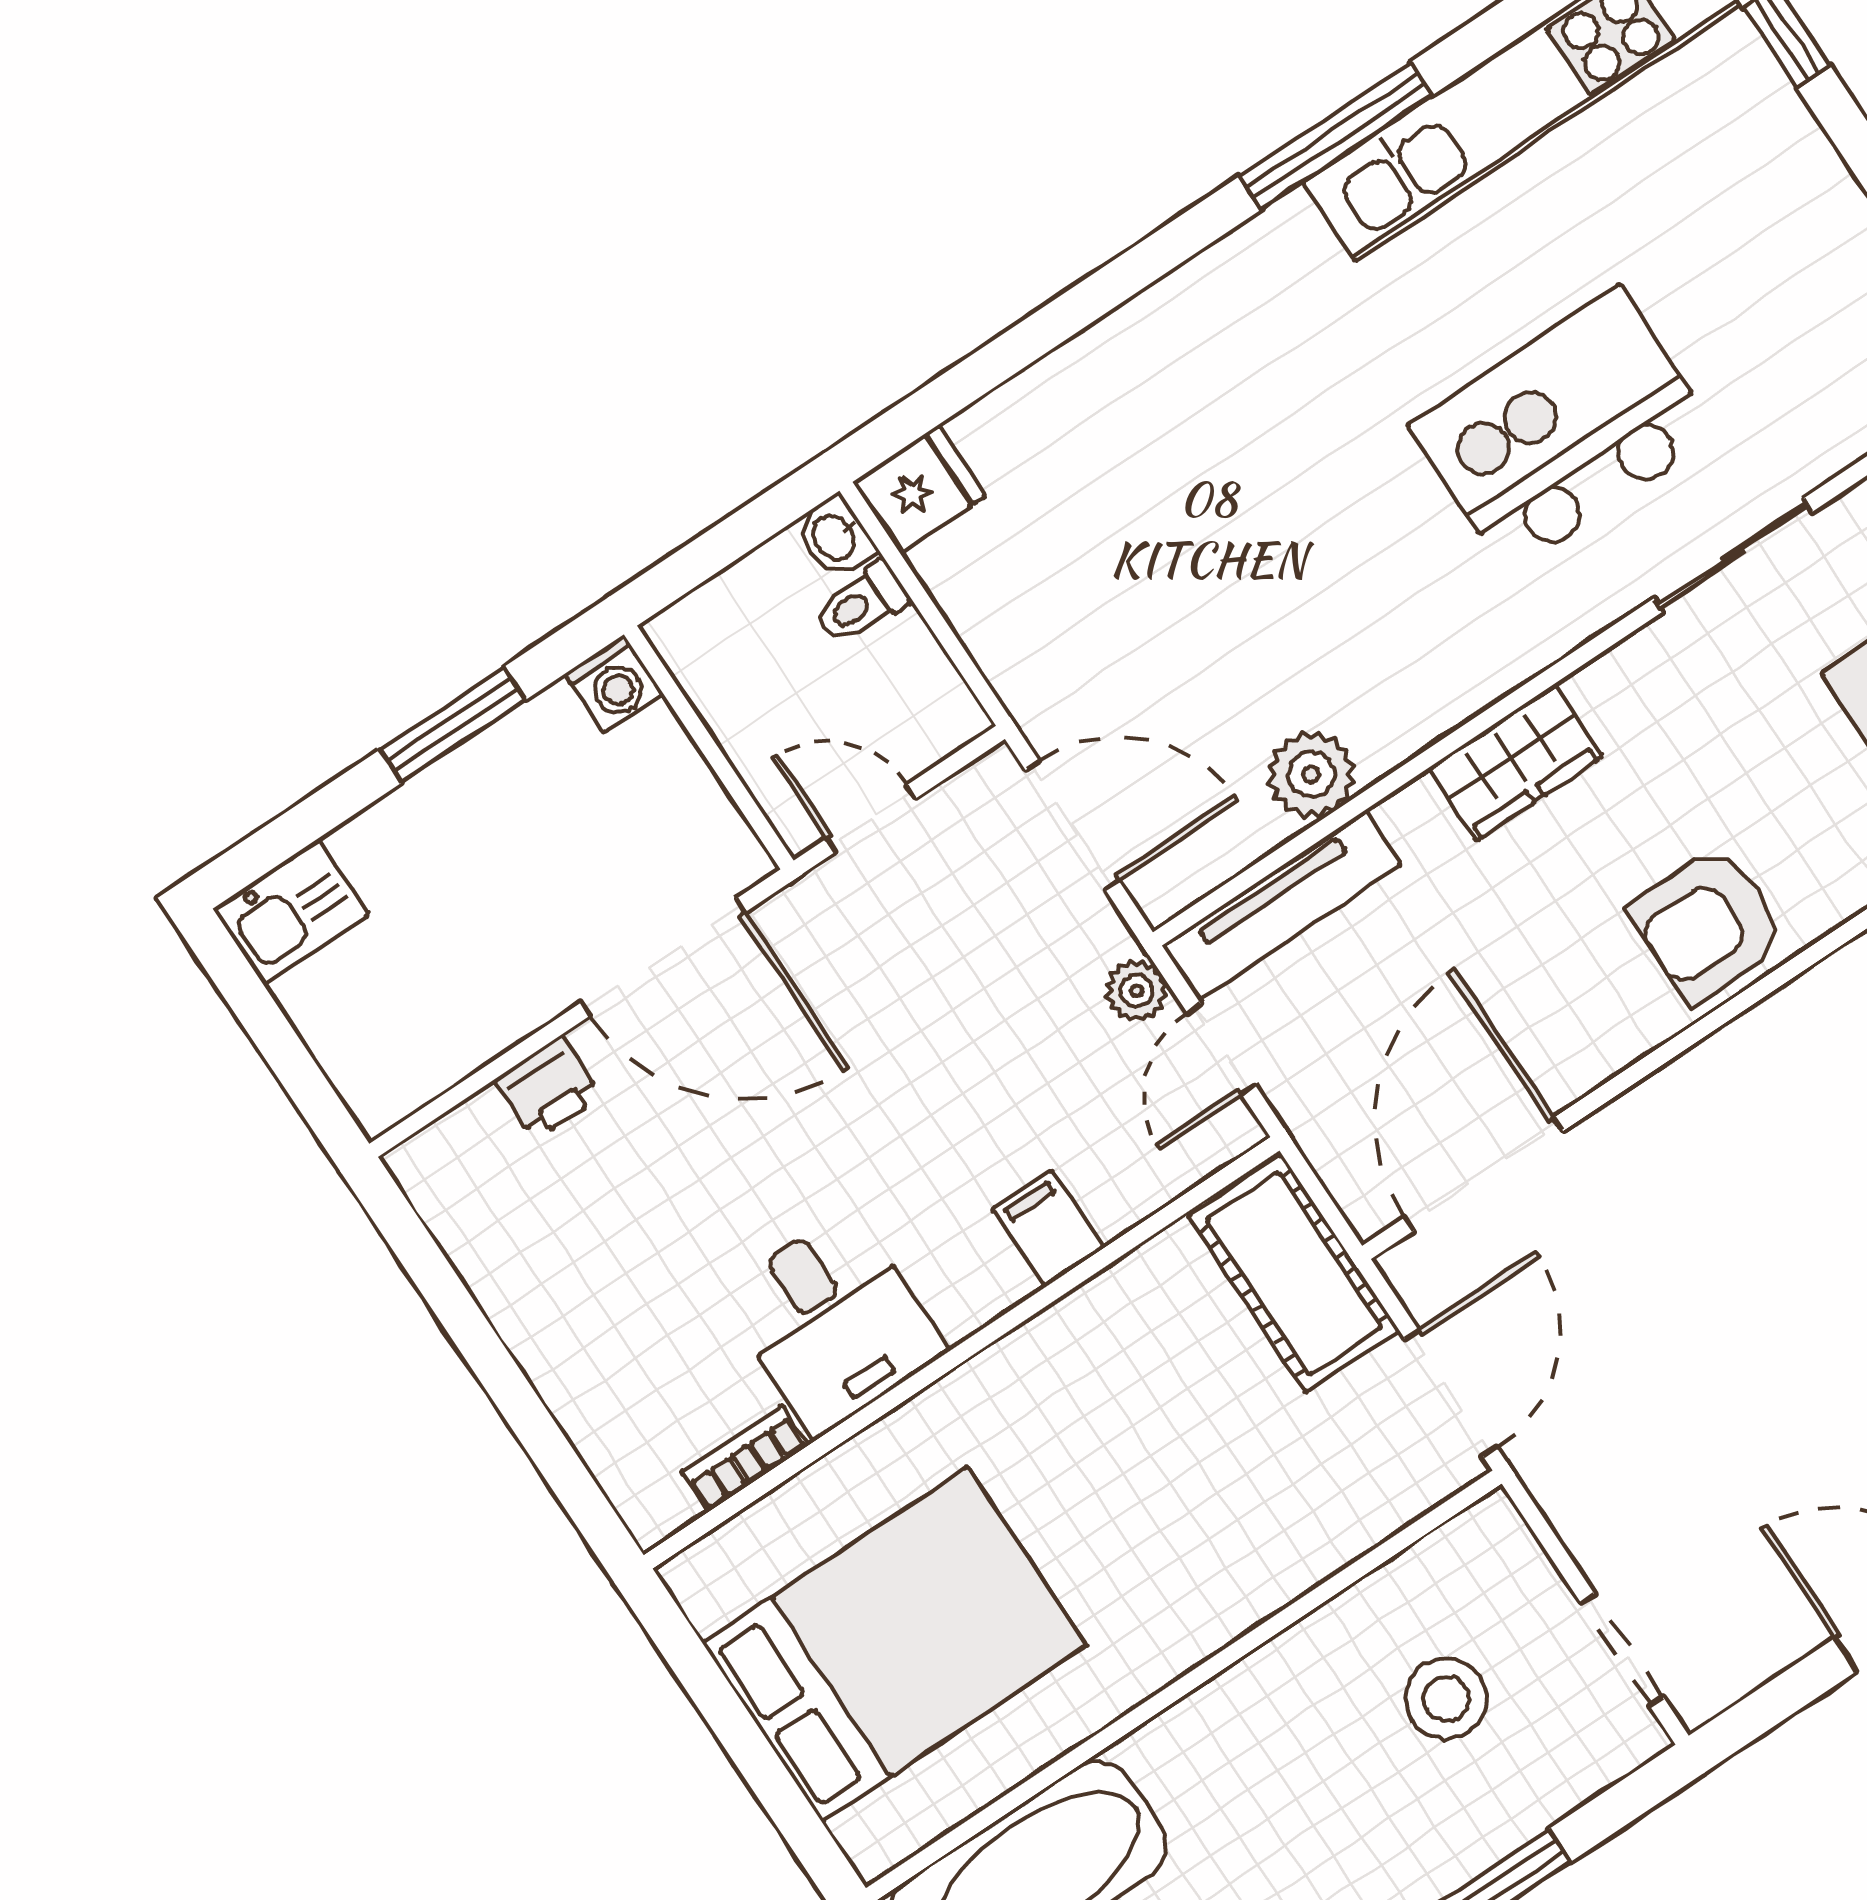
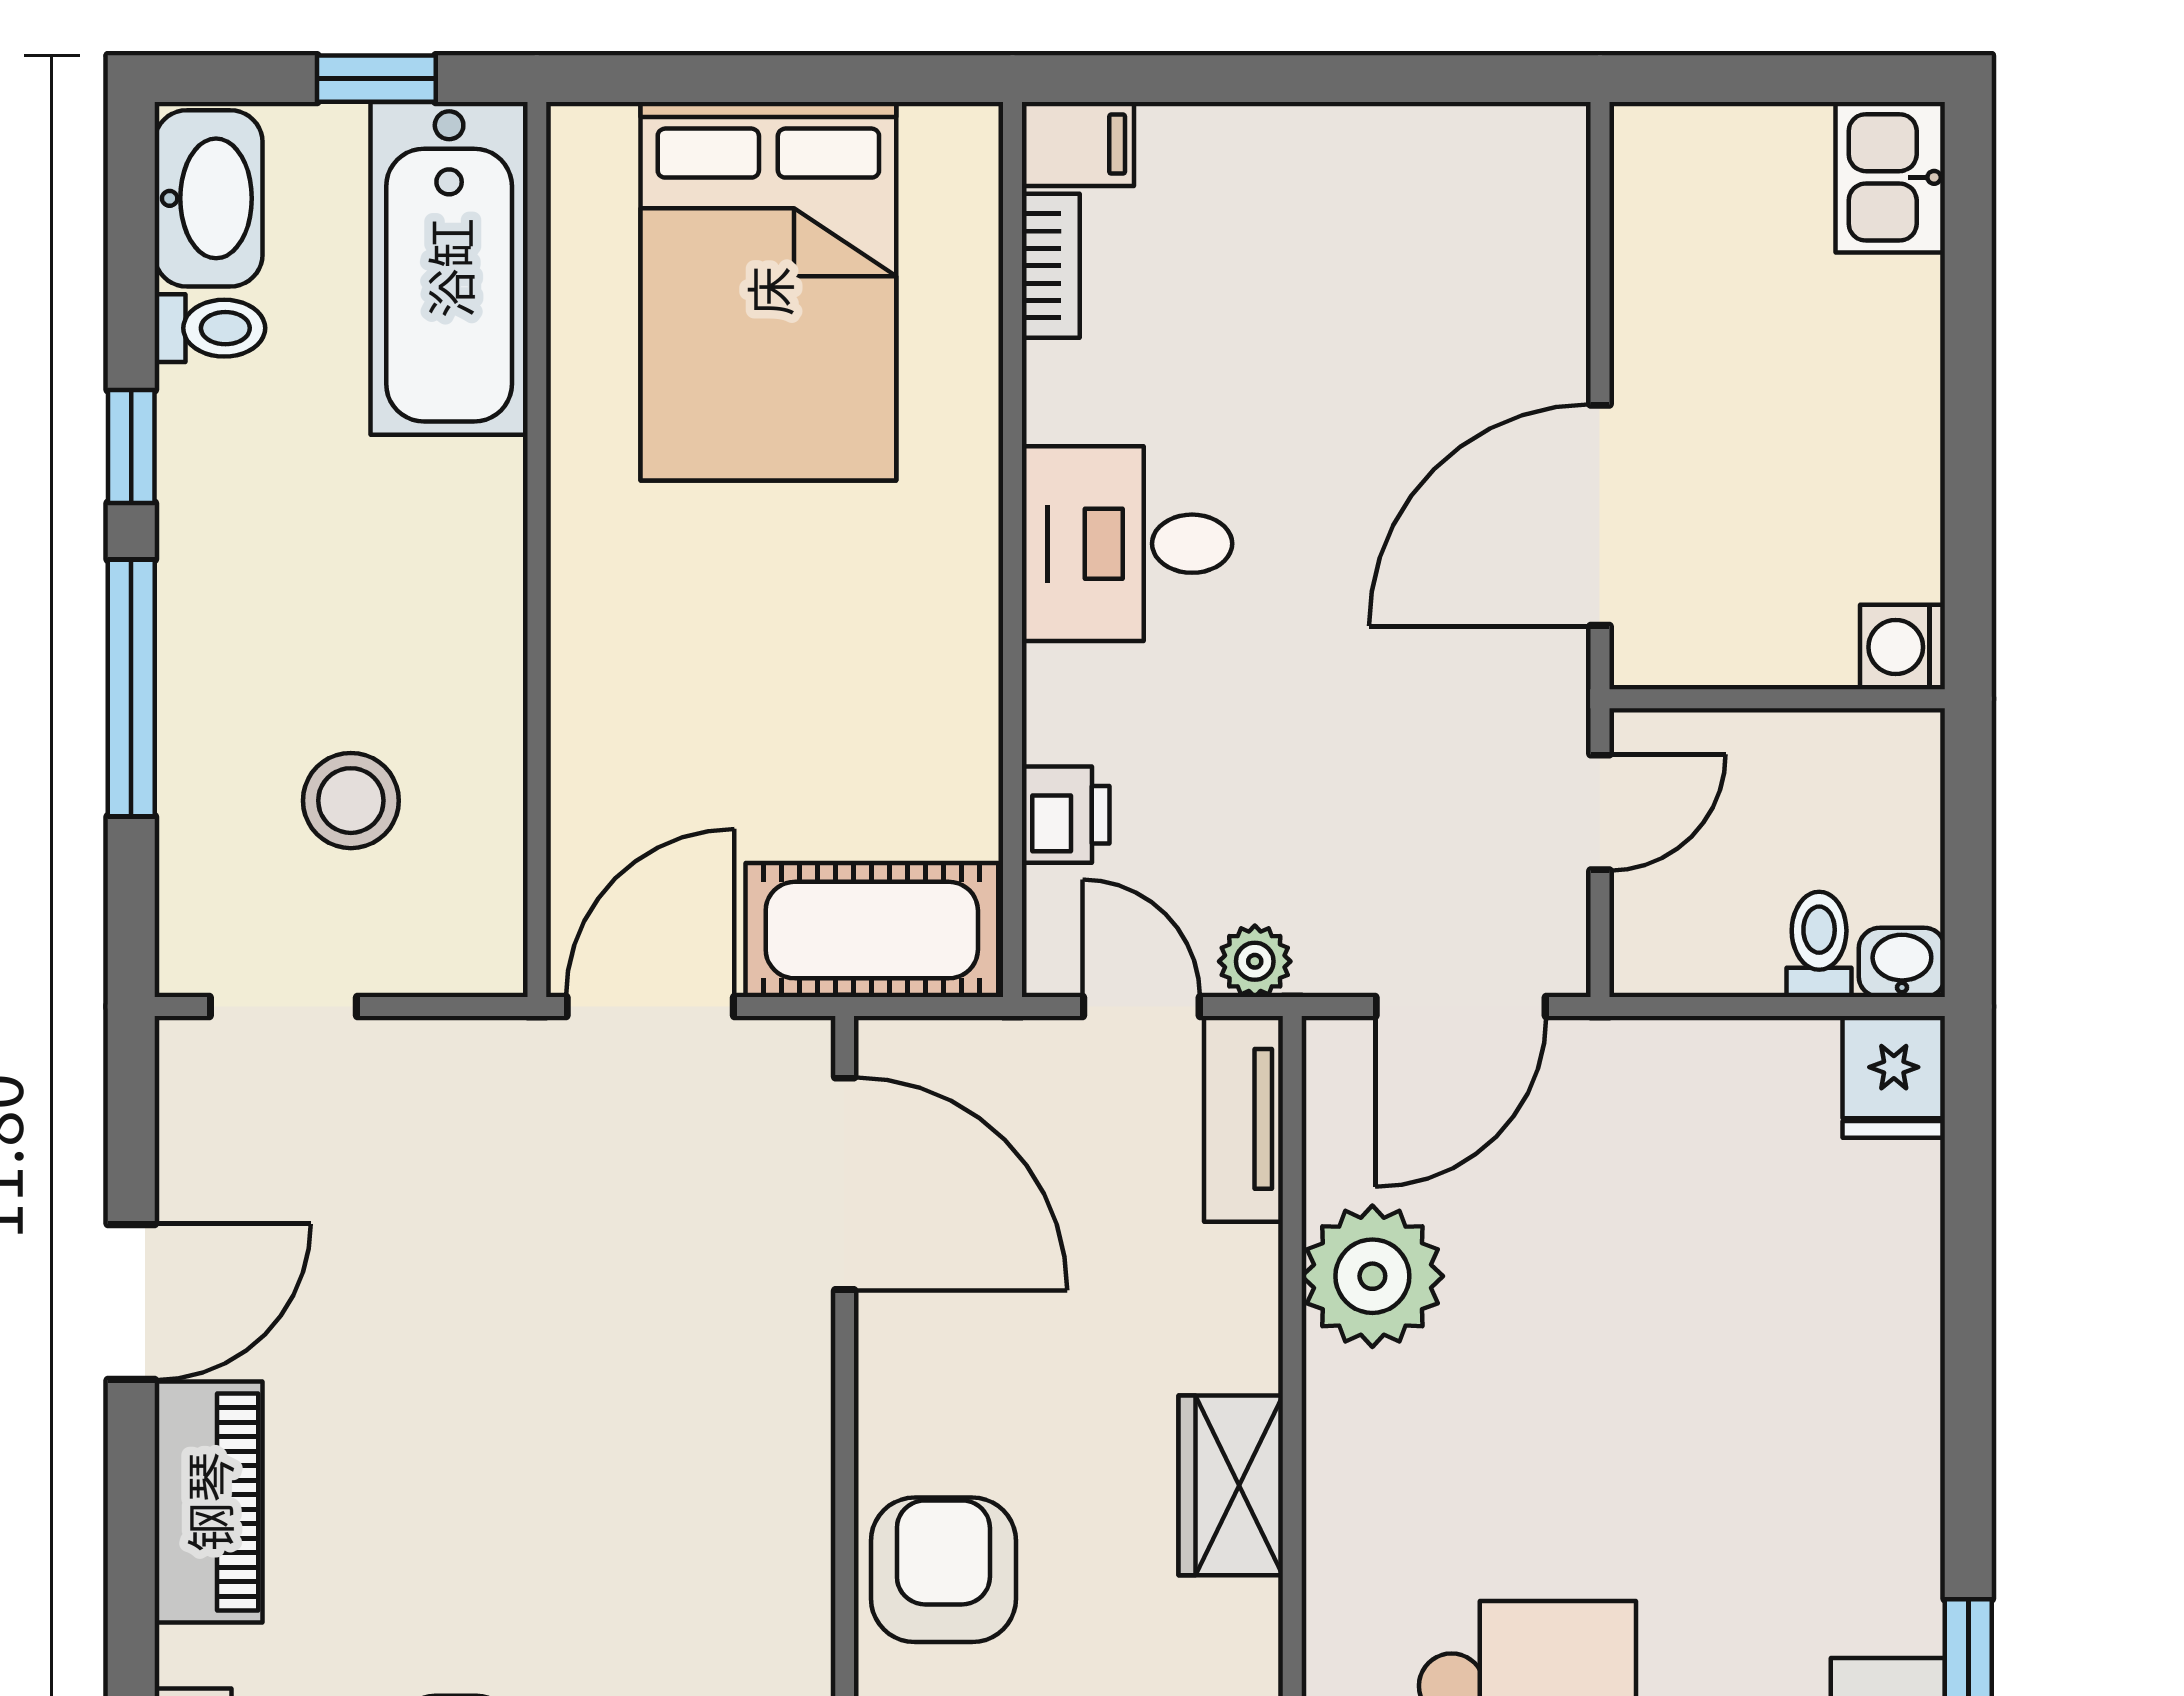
window: (453, 725) -> (1968, 461), removed
plant: (1311, 775) -> (1372, 1276), width x1.36, depth x1.36
tv unit: (1282, 905) -> (1244, 1119), width x0.71
printer: (548, 1088) -> (1066, 815), moved, turned 180
filing cabinet: (1048, 1229) -> (1078, 144), moved
desk: (833, 1322) -> (1127, 544), moved
door: (1451, 1393) -> (650, 1007), swing flipped

